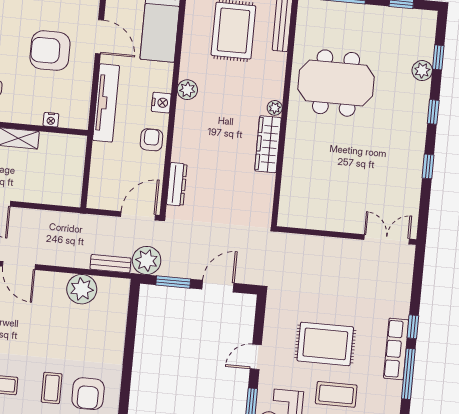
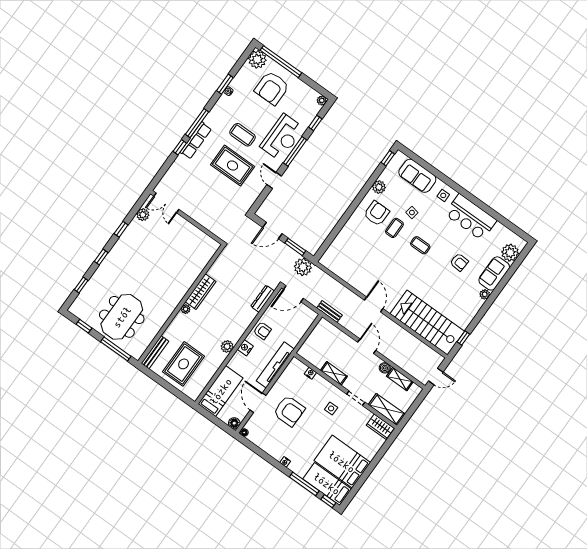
plant: (422, 71) -> (143, 215), moved
meeting table: (336, 83) -> (122, 317), moved, turned 90
armchair: (151, 140) -> (262, 331), turned -90
bench: (111, 264) -> (329, 312), moved
plant: (82, 289) -> (347, 272), removed
door: (256, 357) -> (274, 180), swing flipped

